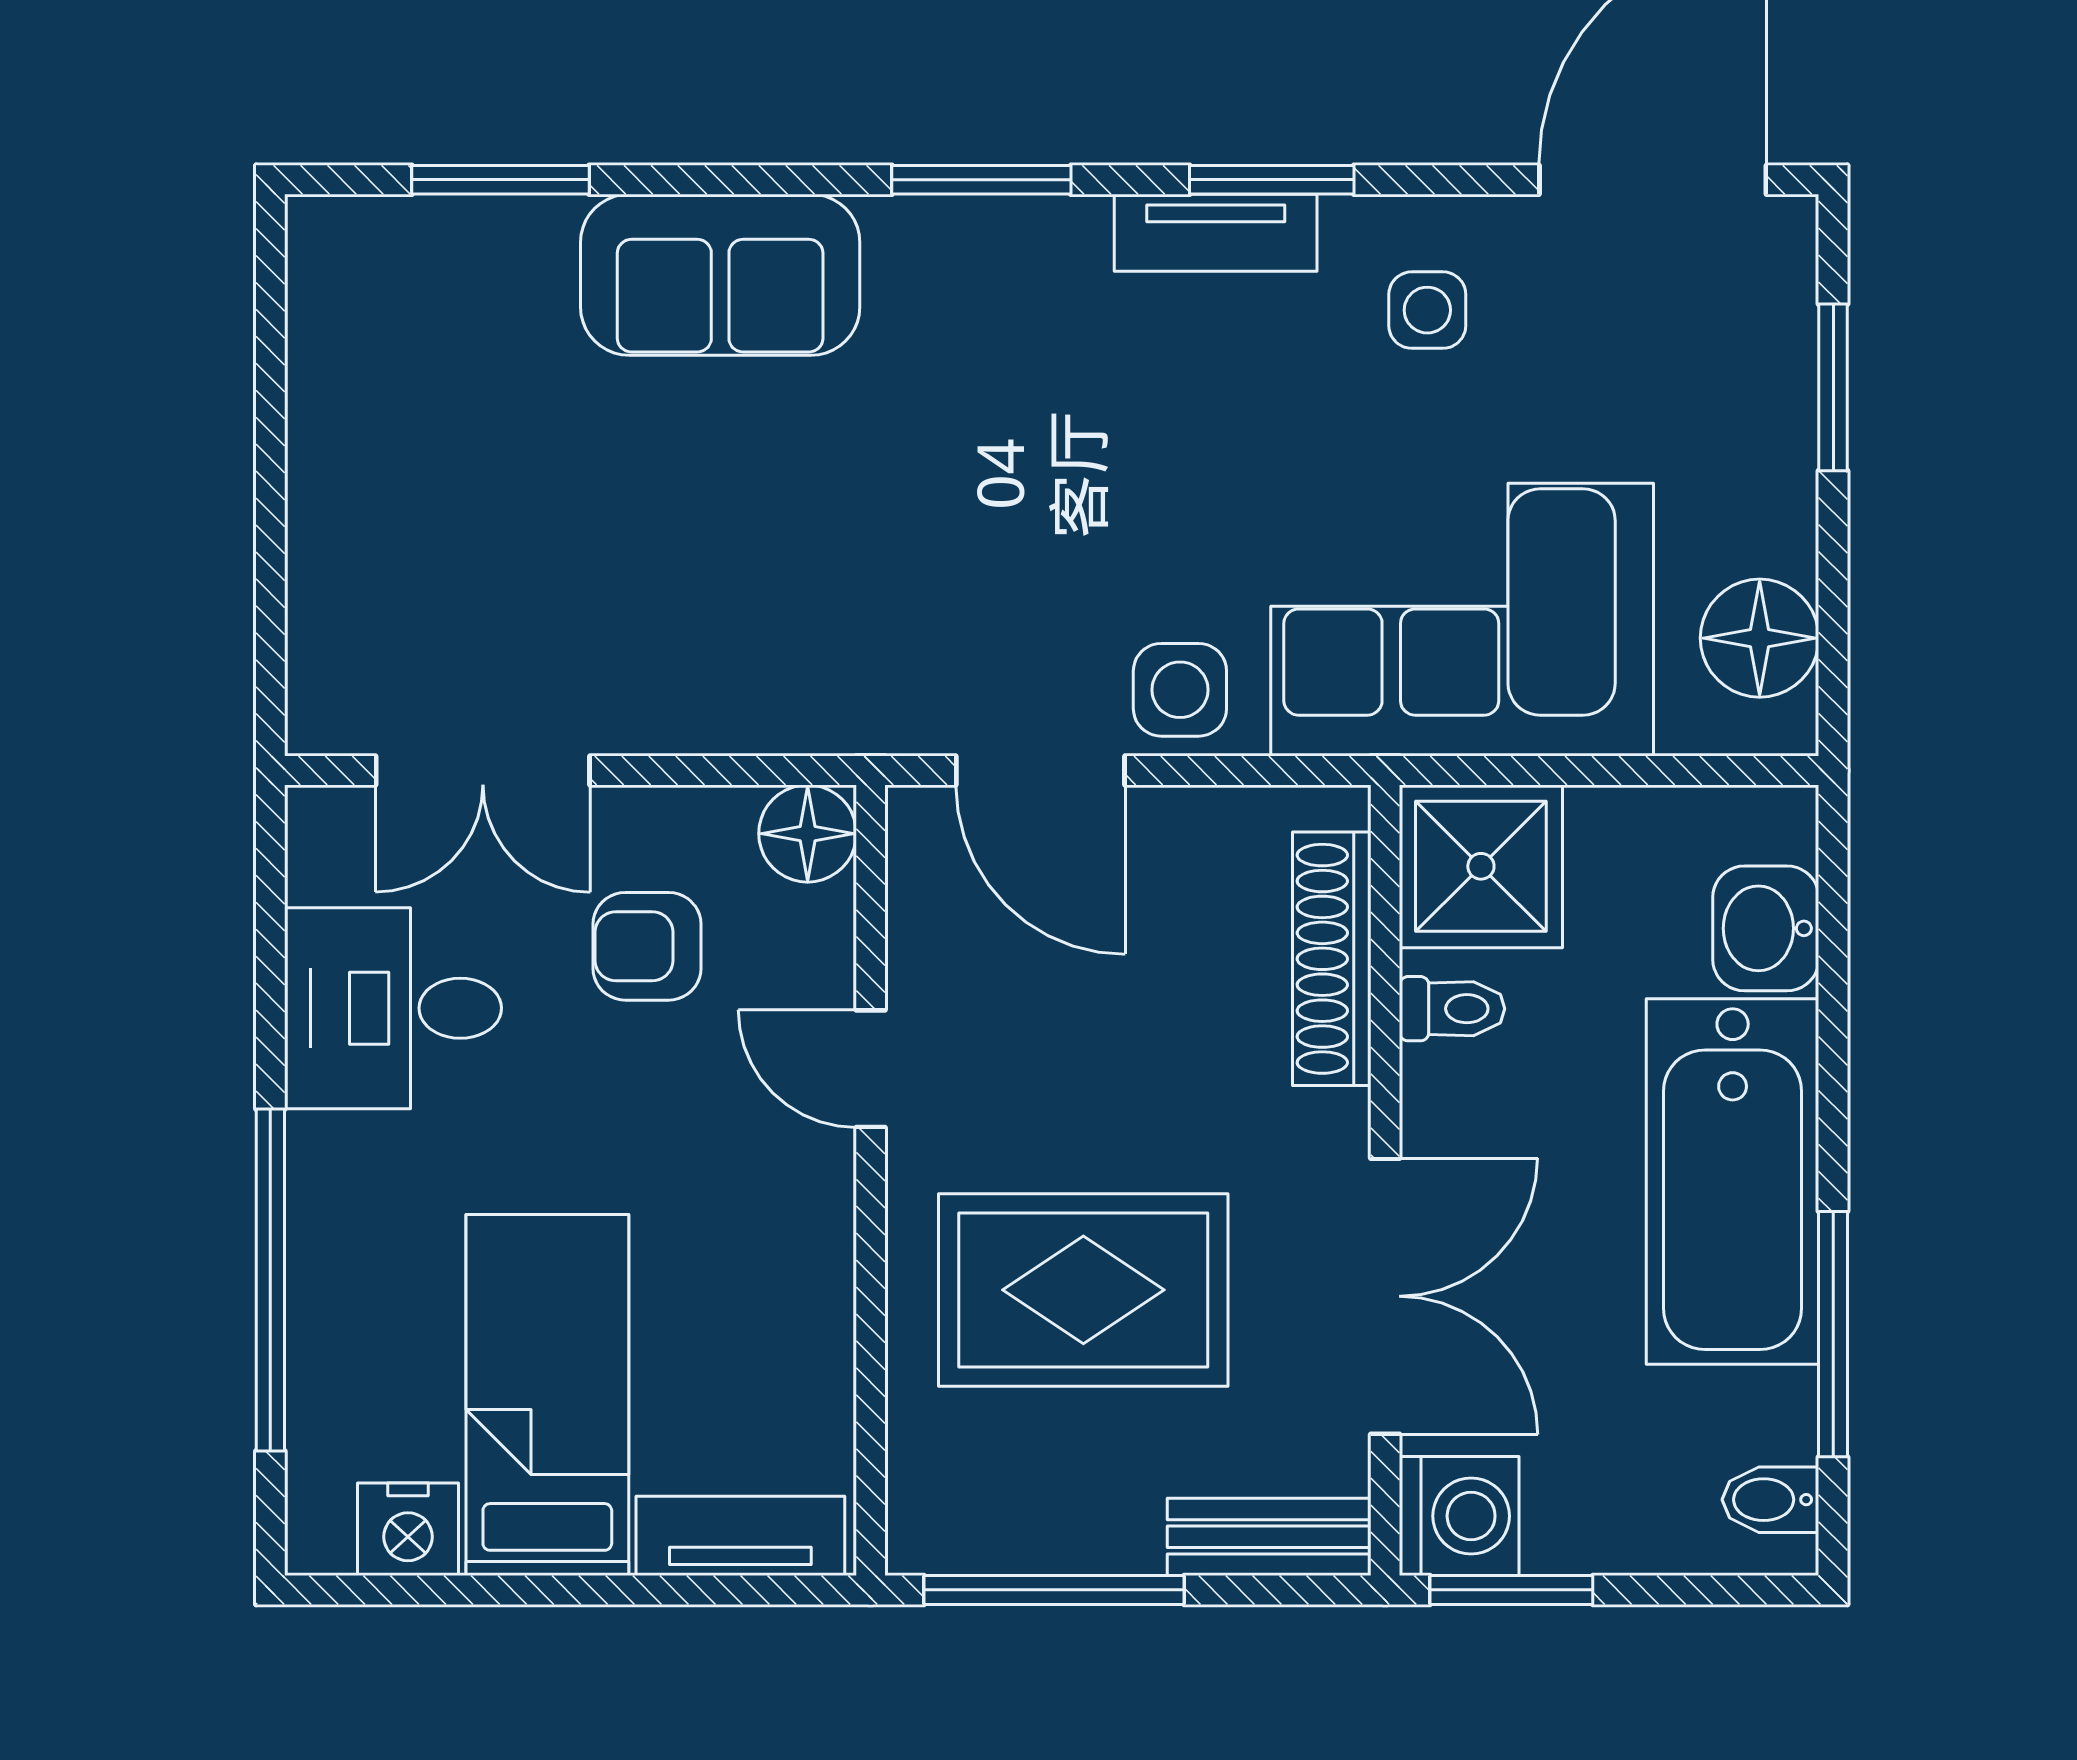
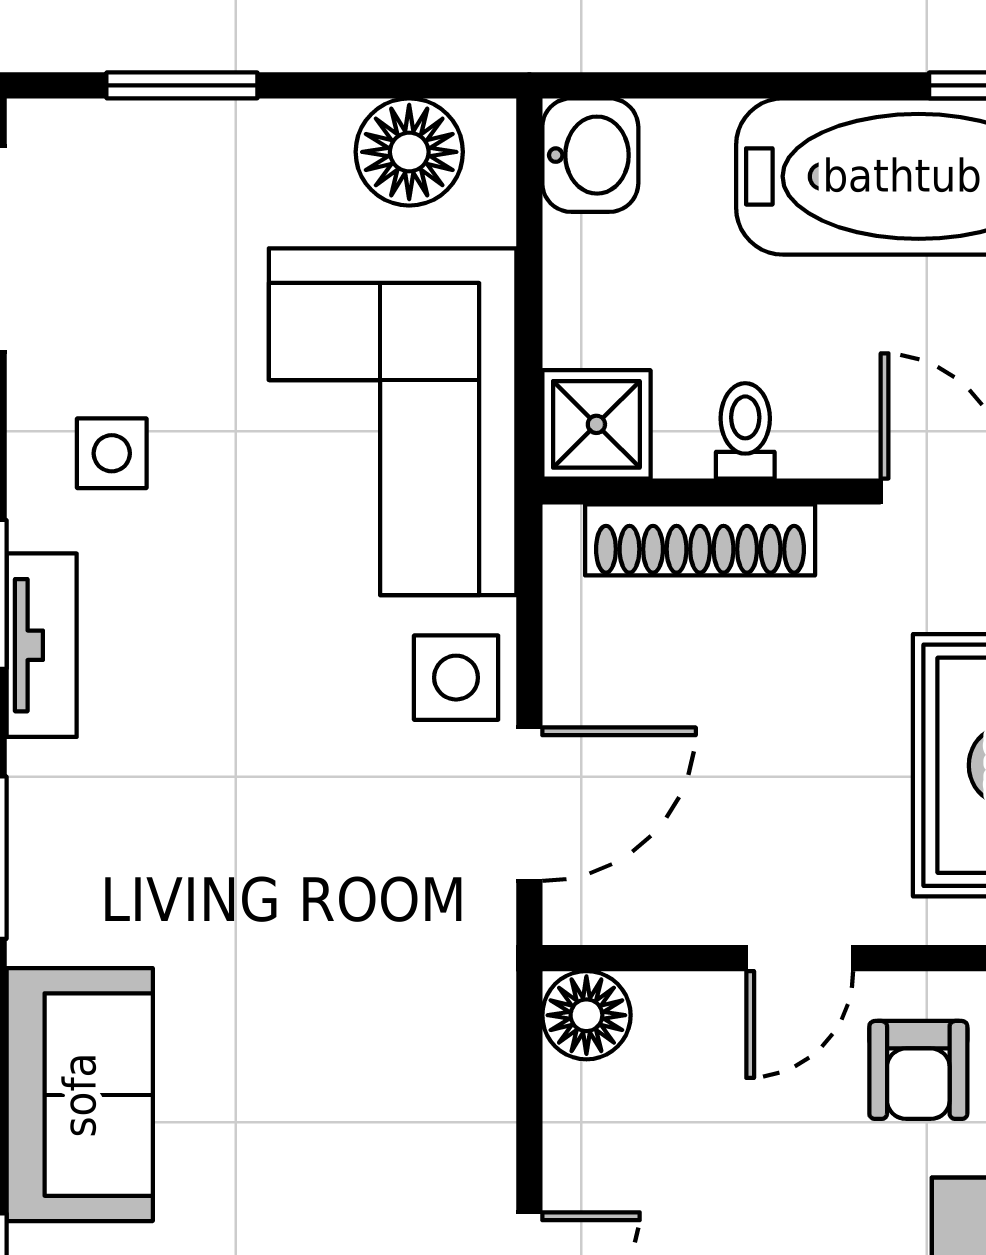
shower: (1481, 866) -> (596, 424), width x0.73, depth x0.73
washbasin: (1766, 928) -> (590, 155), moved, turned -90
armchair: (647, 946) -> (918, 1070), moved

